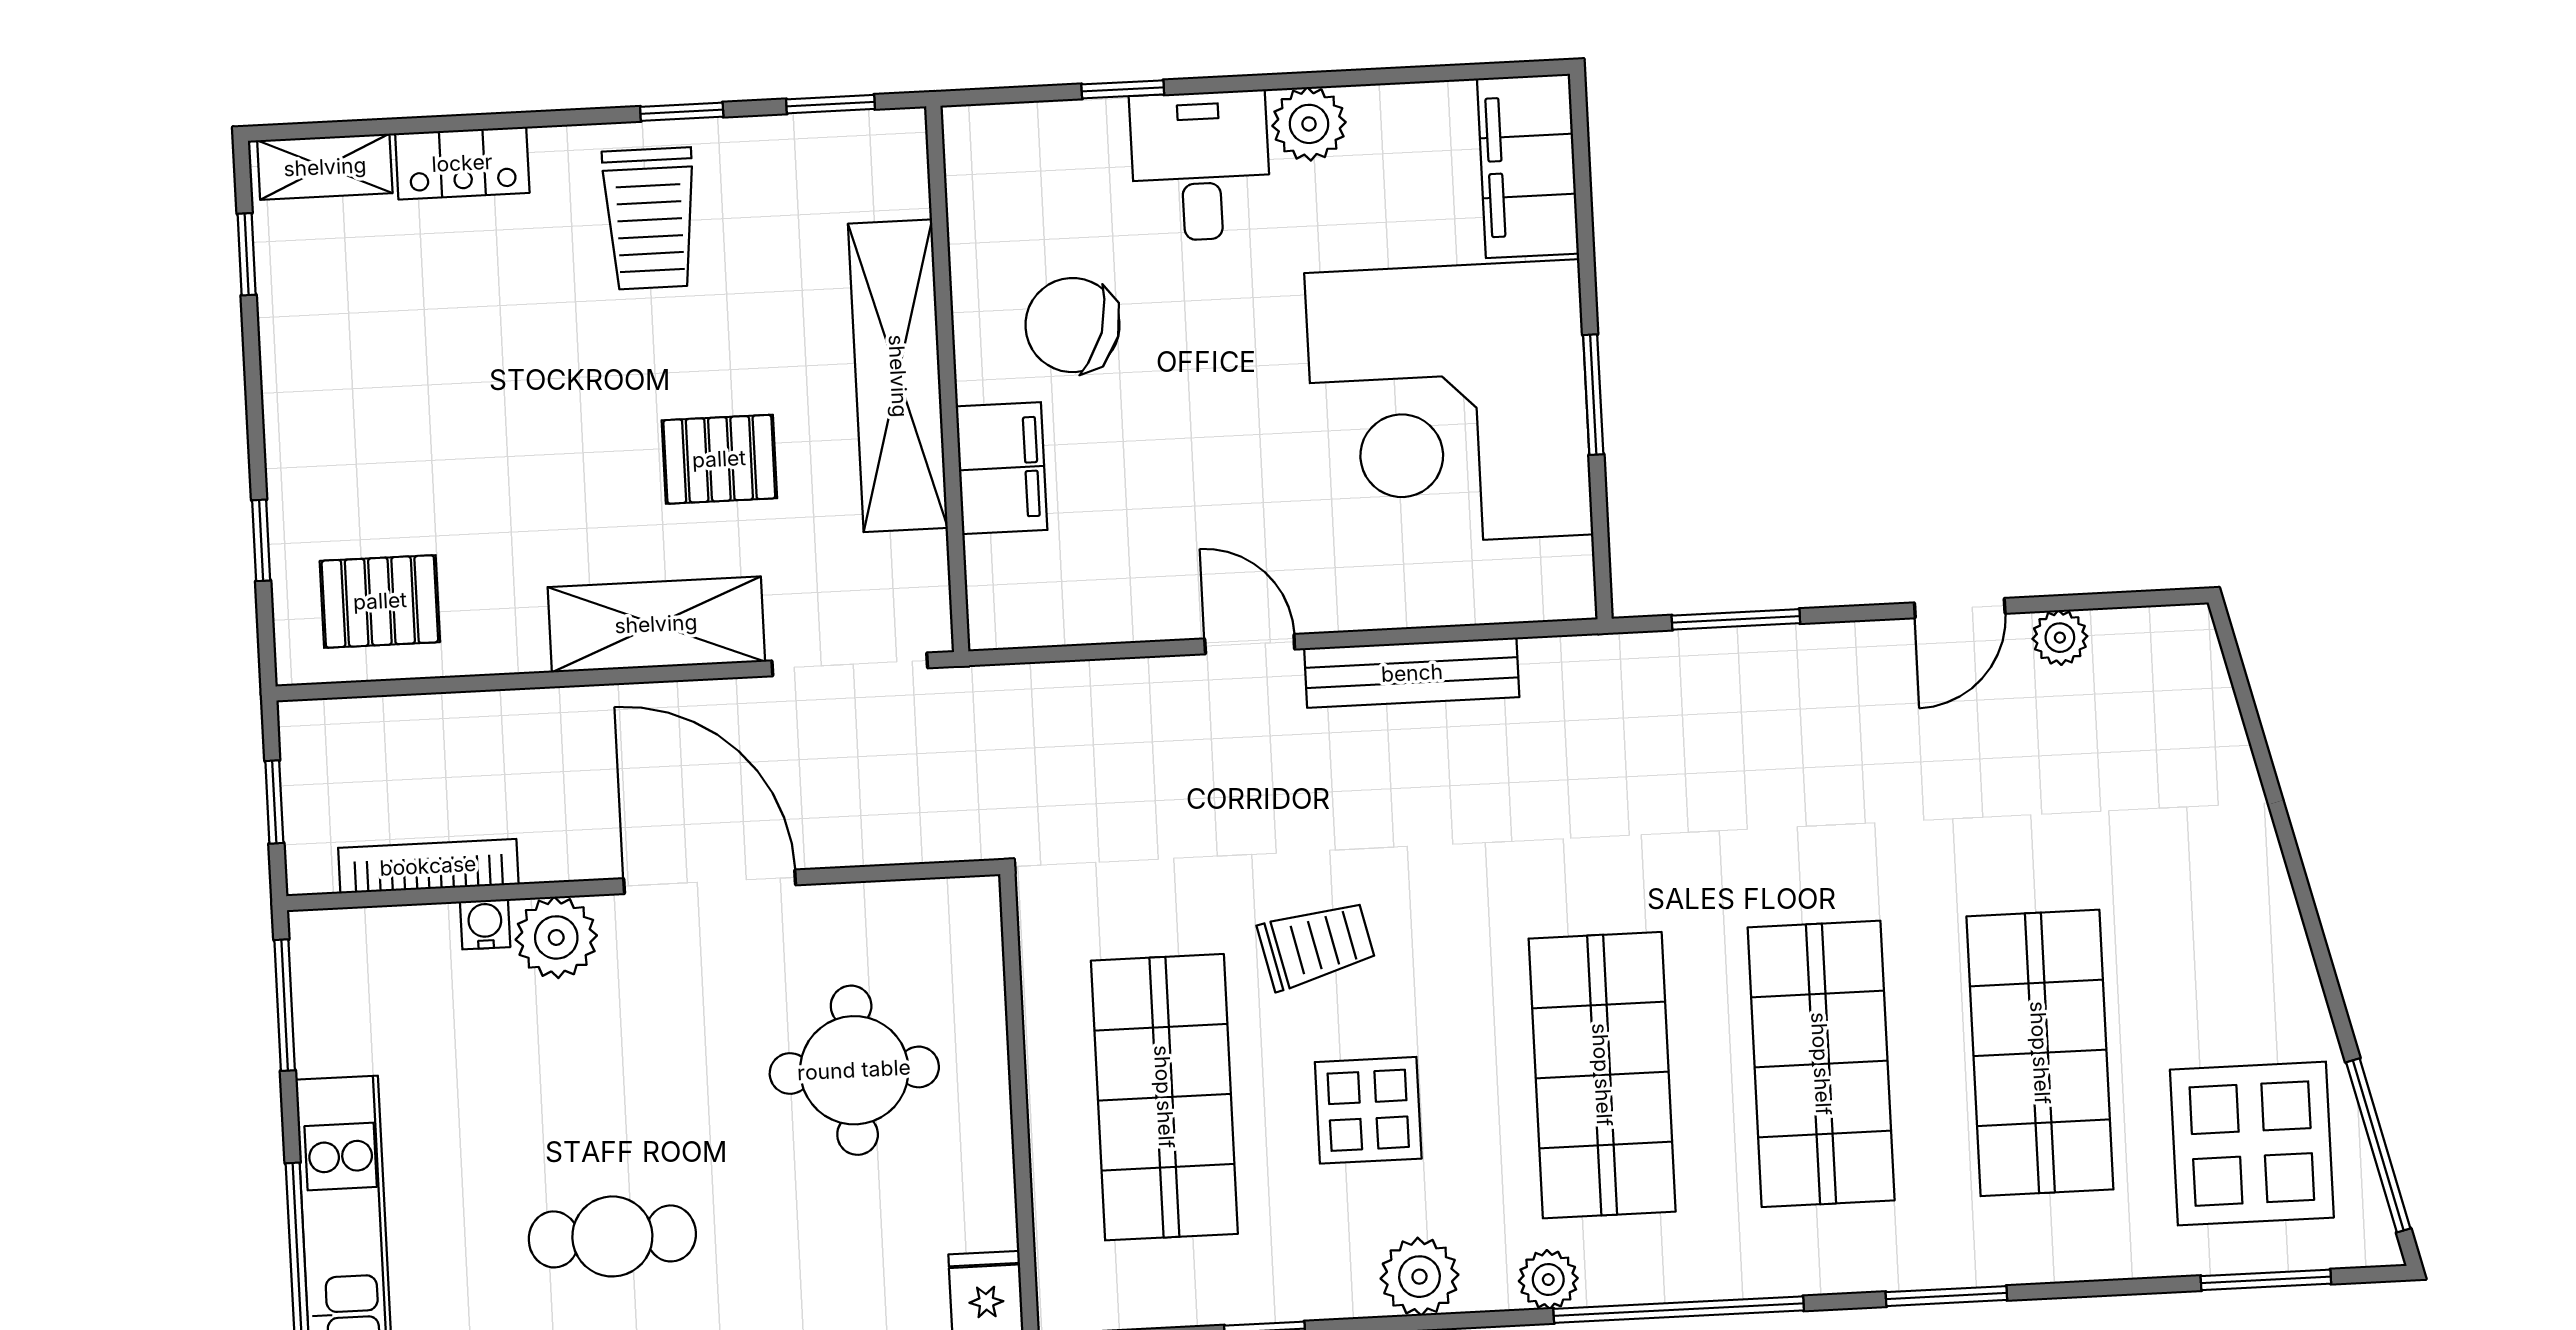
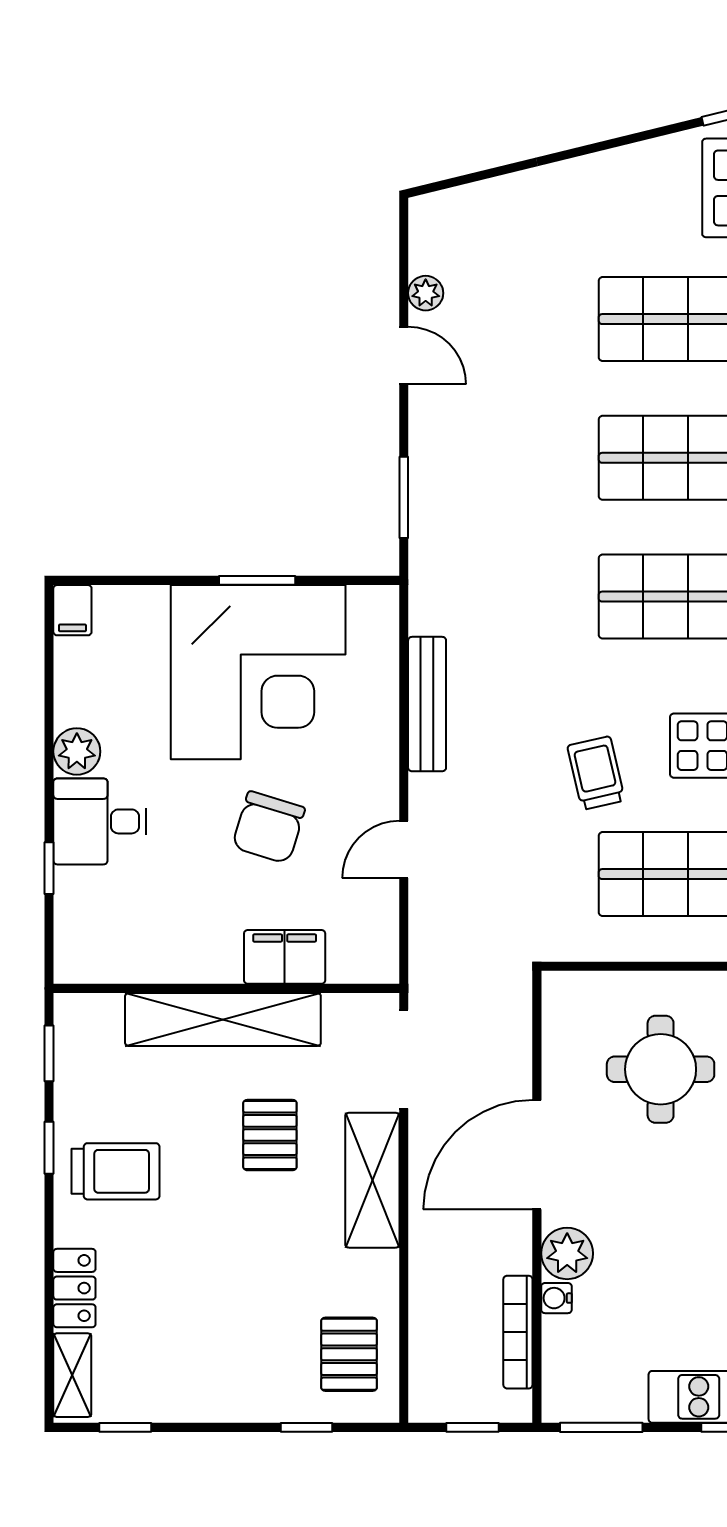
filing cabinet: (1528, 166) -> (72, 610), width x0.33, depth x0.86
chair: (1073, 325) -> (268, 827), moved
door: (1250, 644) -> (404, 849), moved

